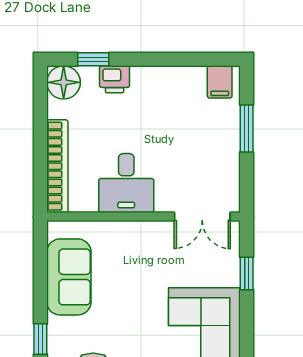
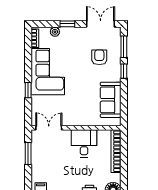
window: (247, 129) -> (28, 153), moved
window: (247, 273) -> (28, 90), moved

